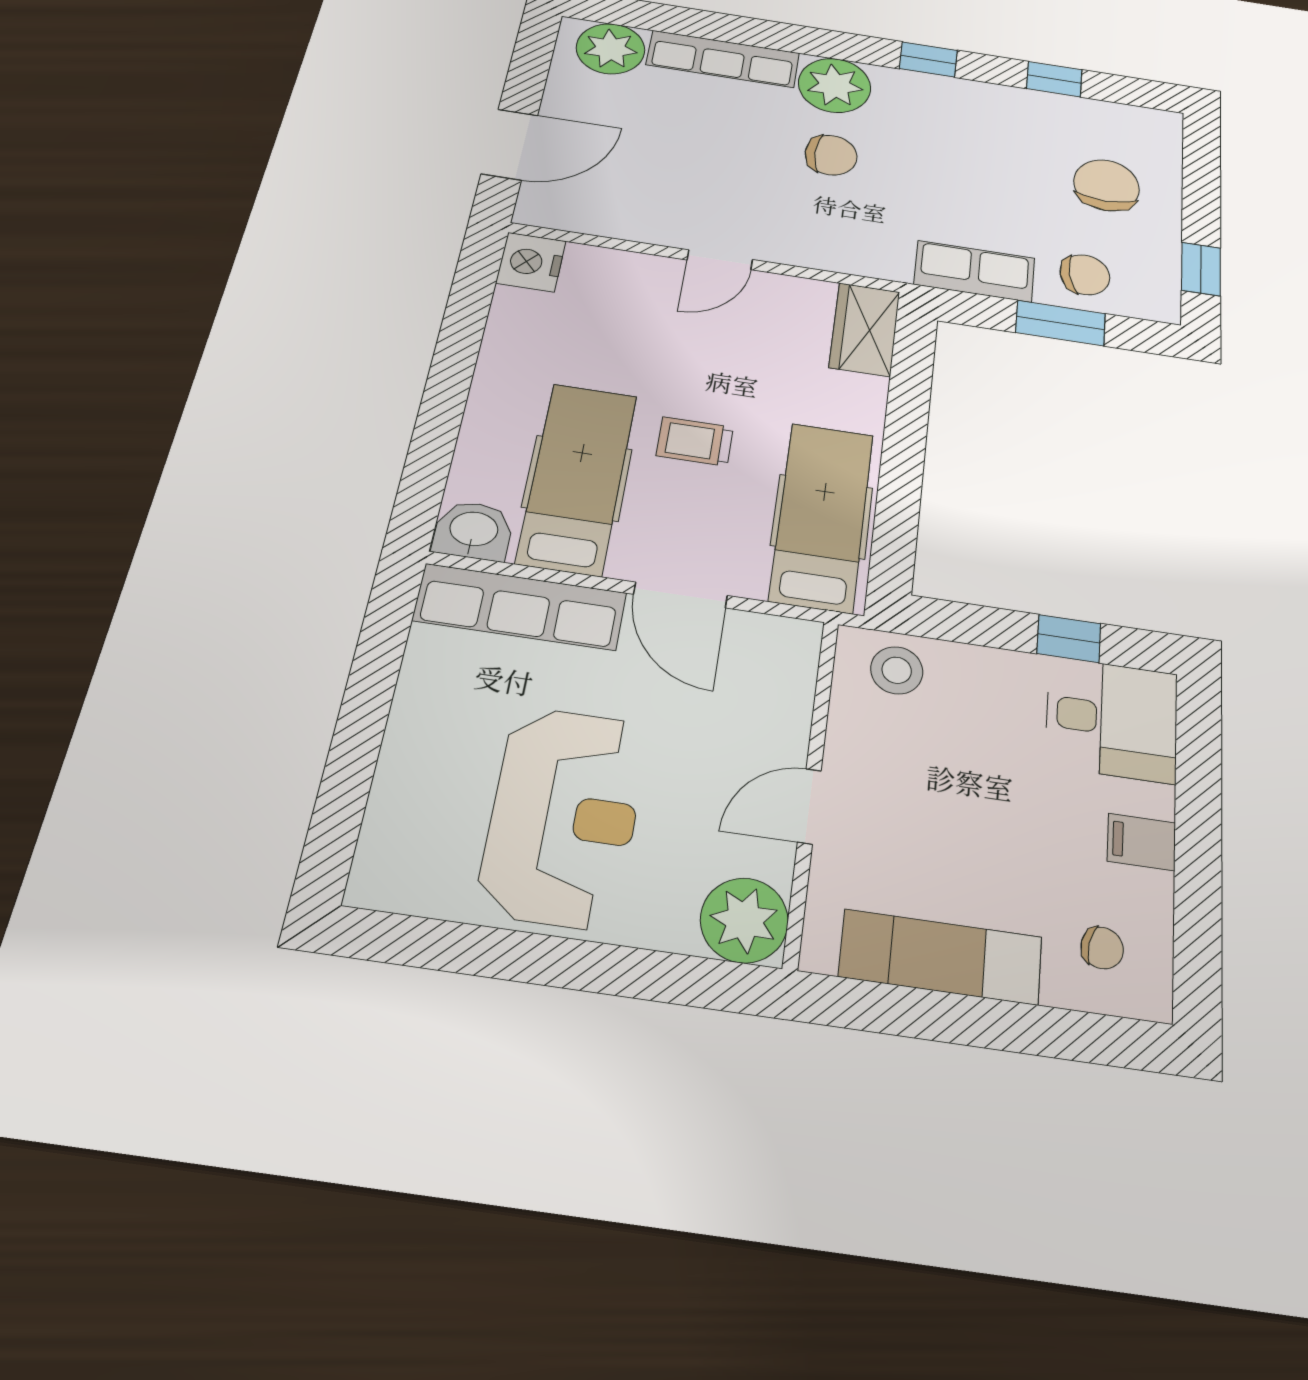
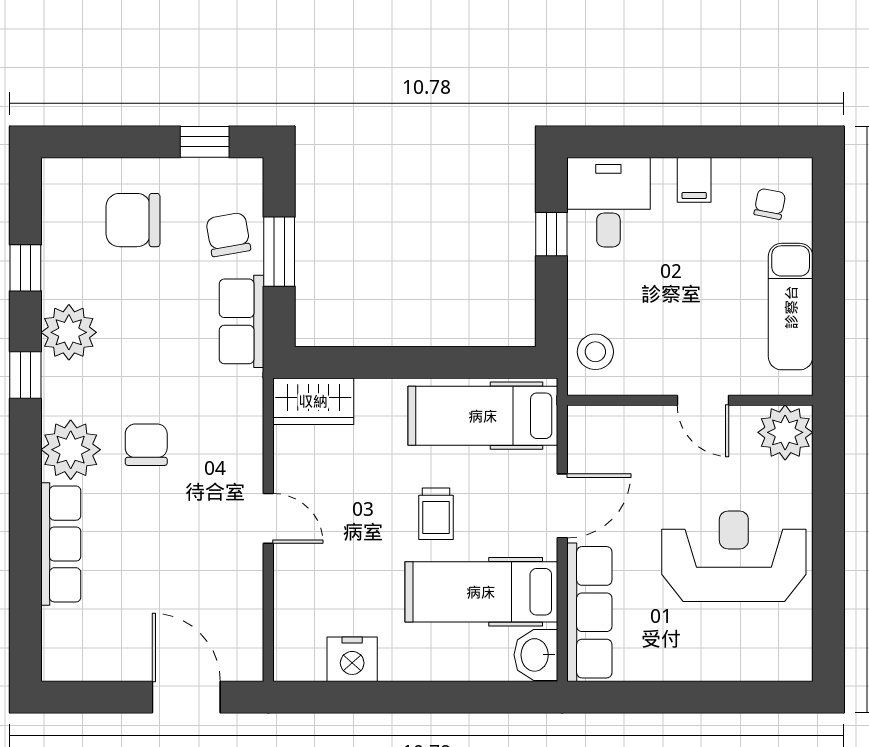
plant: (611, 49) -> (69, 332), moved
nightstand: (531, 262) -> (352, 659), moved

